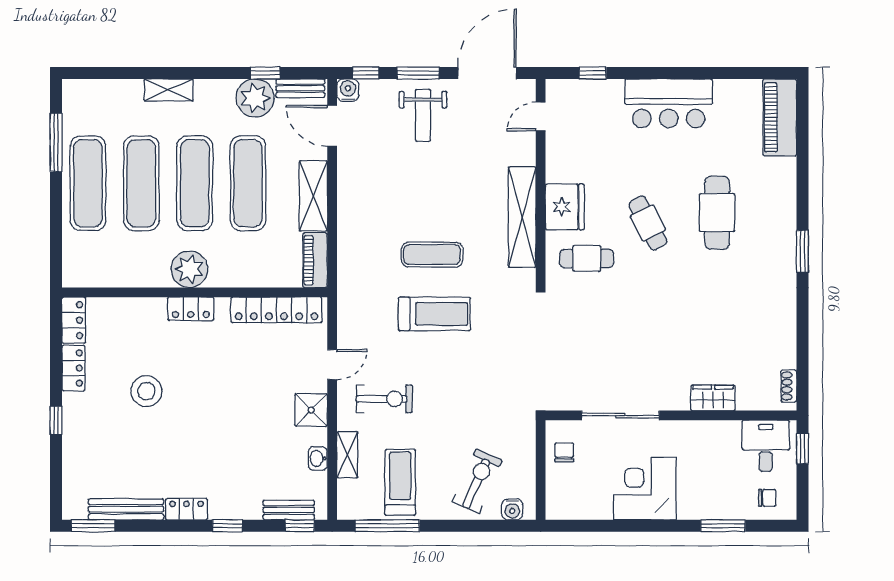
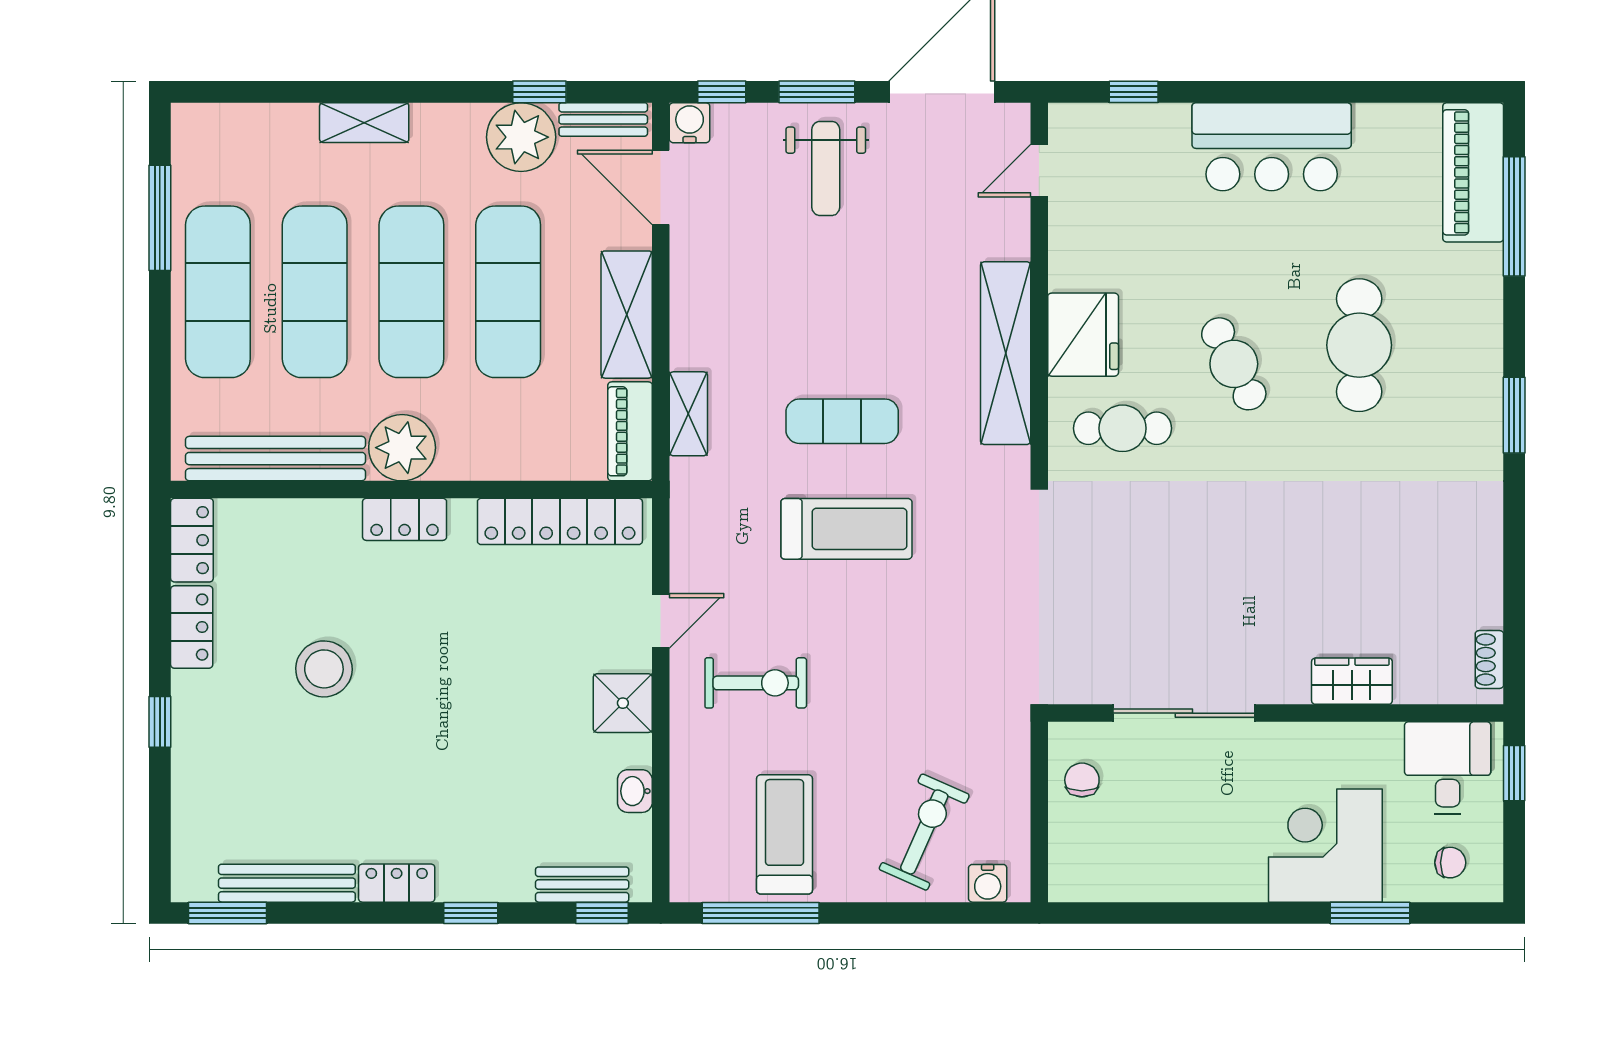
window: (802, 142) -> (1514, 216), added
bench: (120, 275) -> (275, 459), added
shelving: (347, 455) -> (688, 414), moved
corner desk: (645, 488) -> (1325, 846), moved

